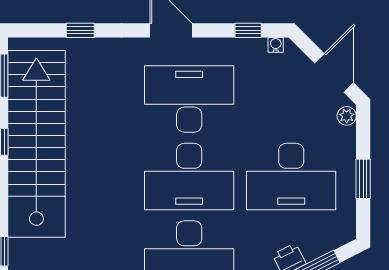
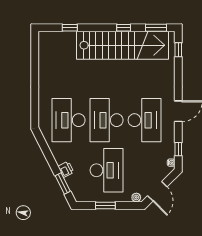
window: (80, 30) -> (178, 50), moved
door: (334, 73) -> (157, 191), hinge flipped
desk: (291, 176) -> (107, 170), turned 180

